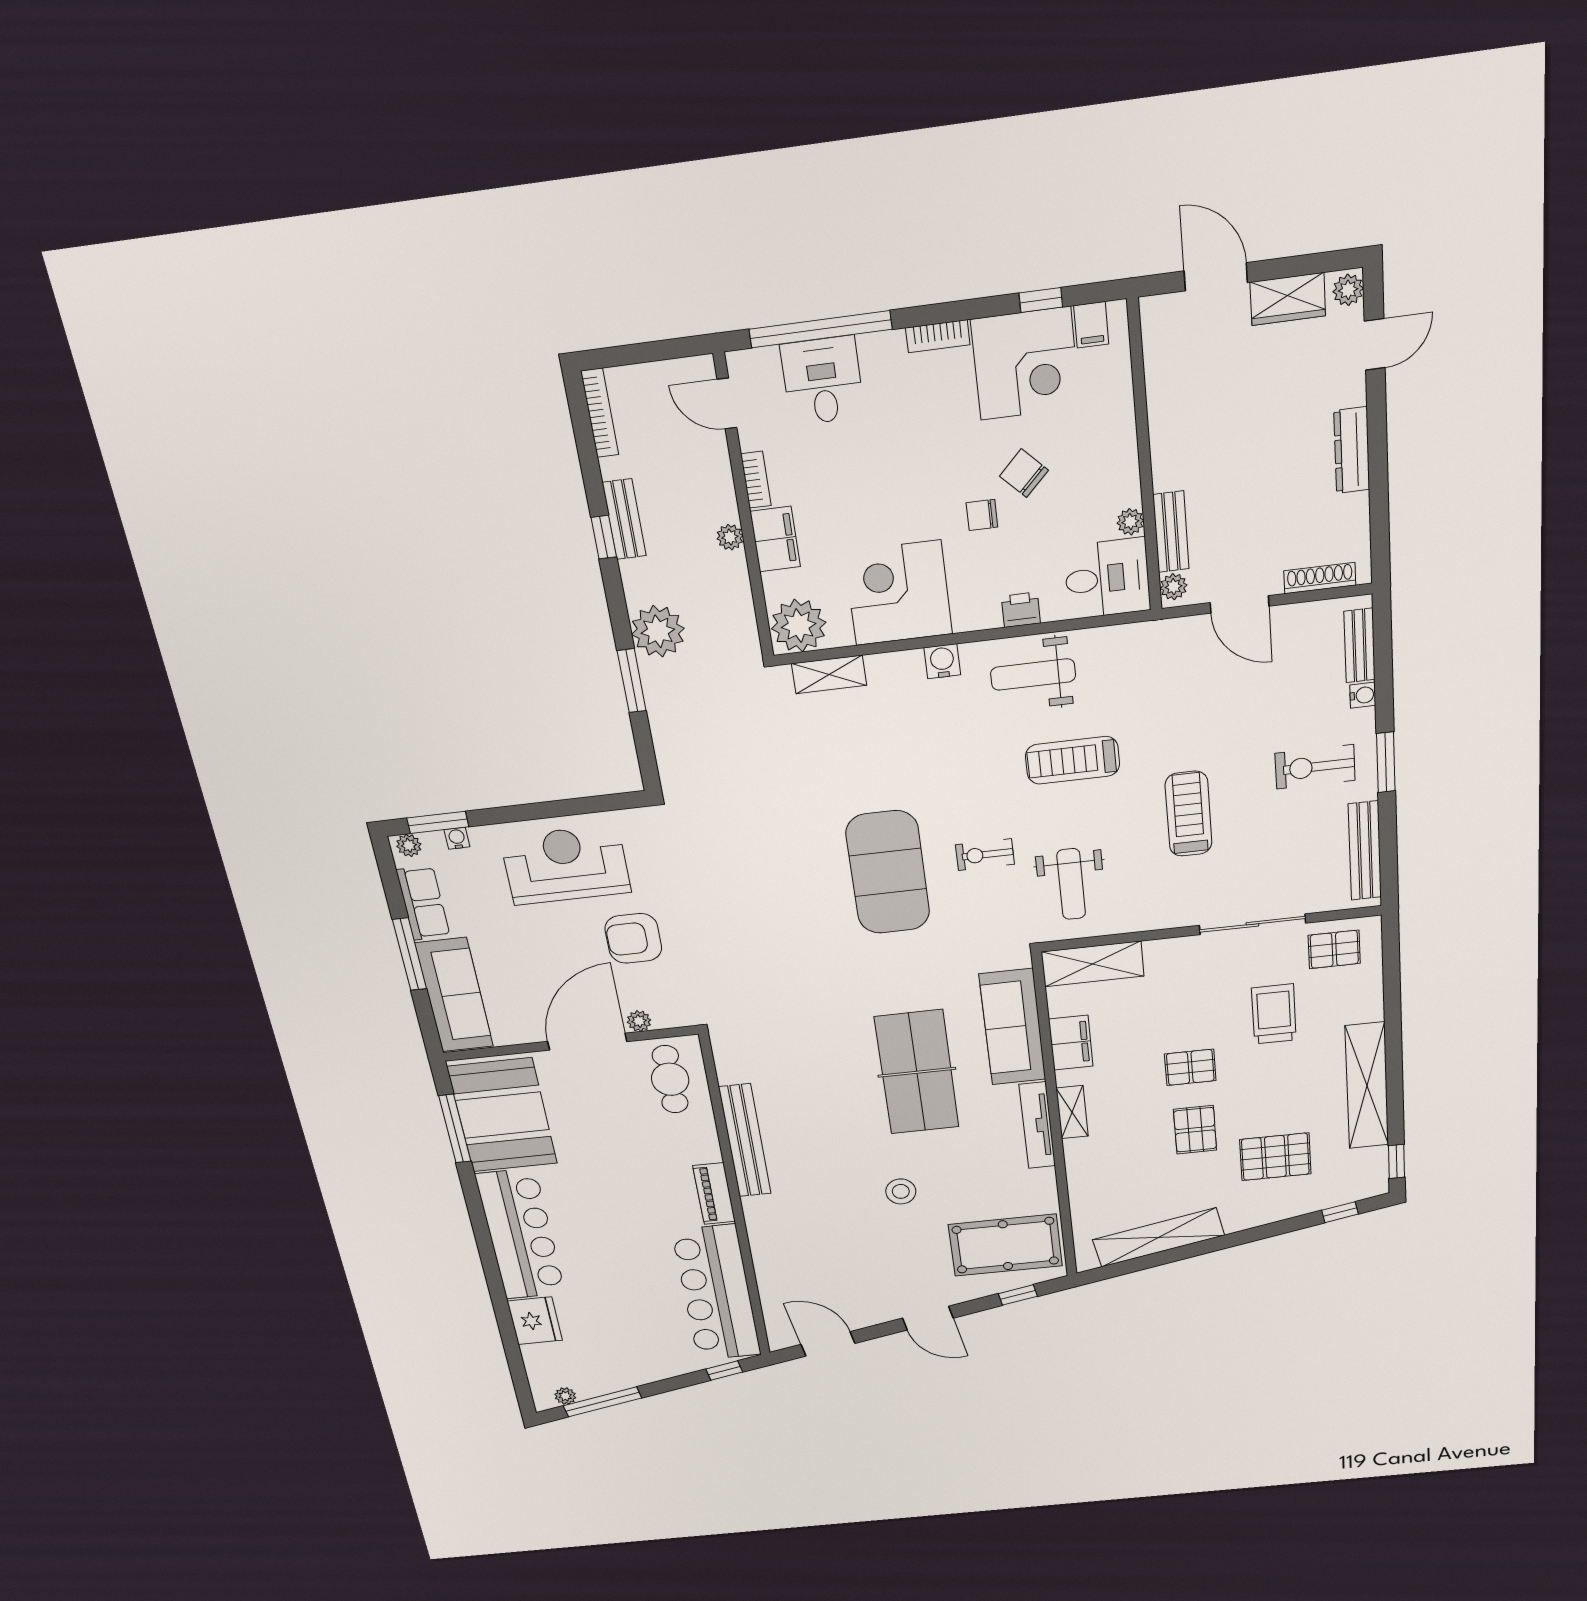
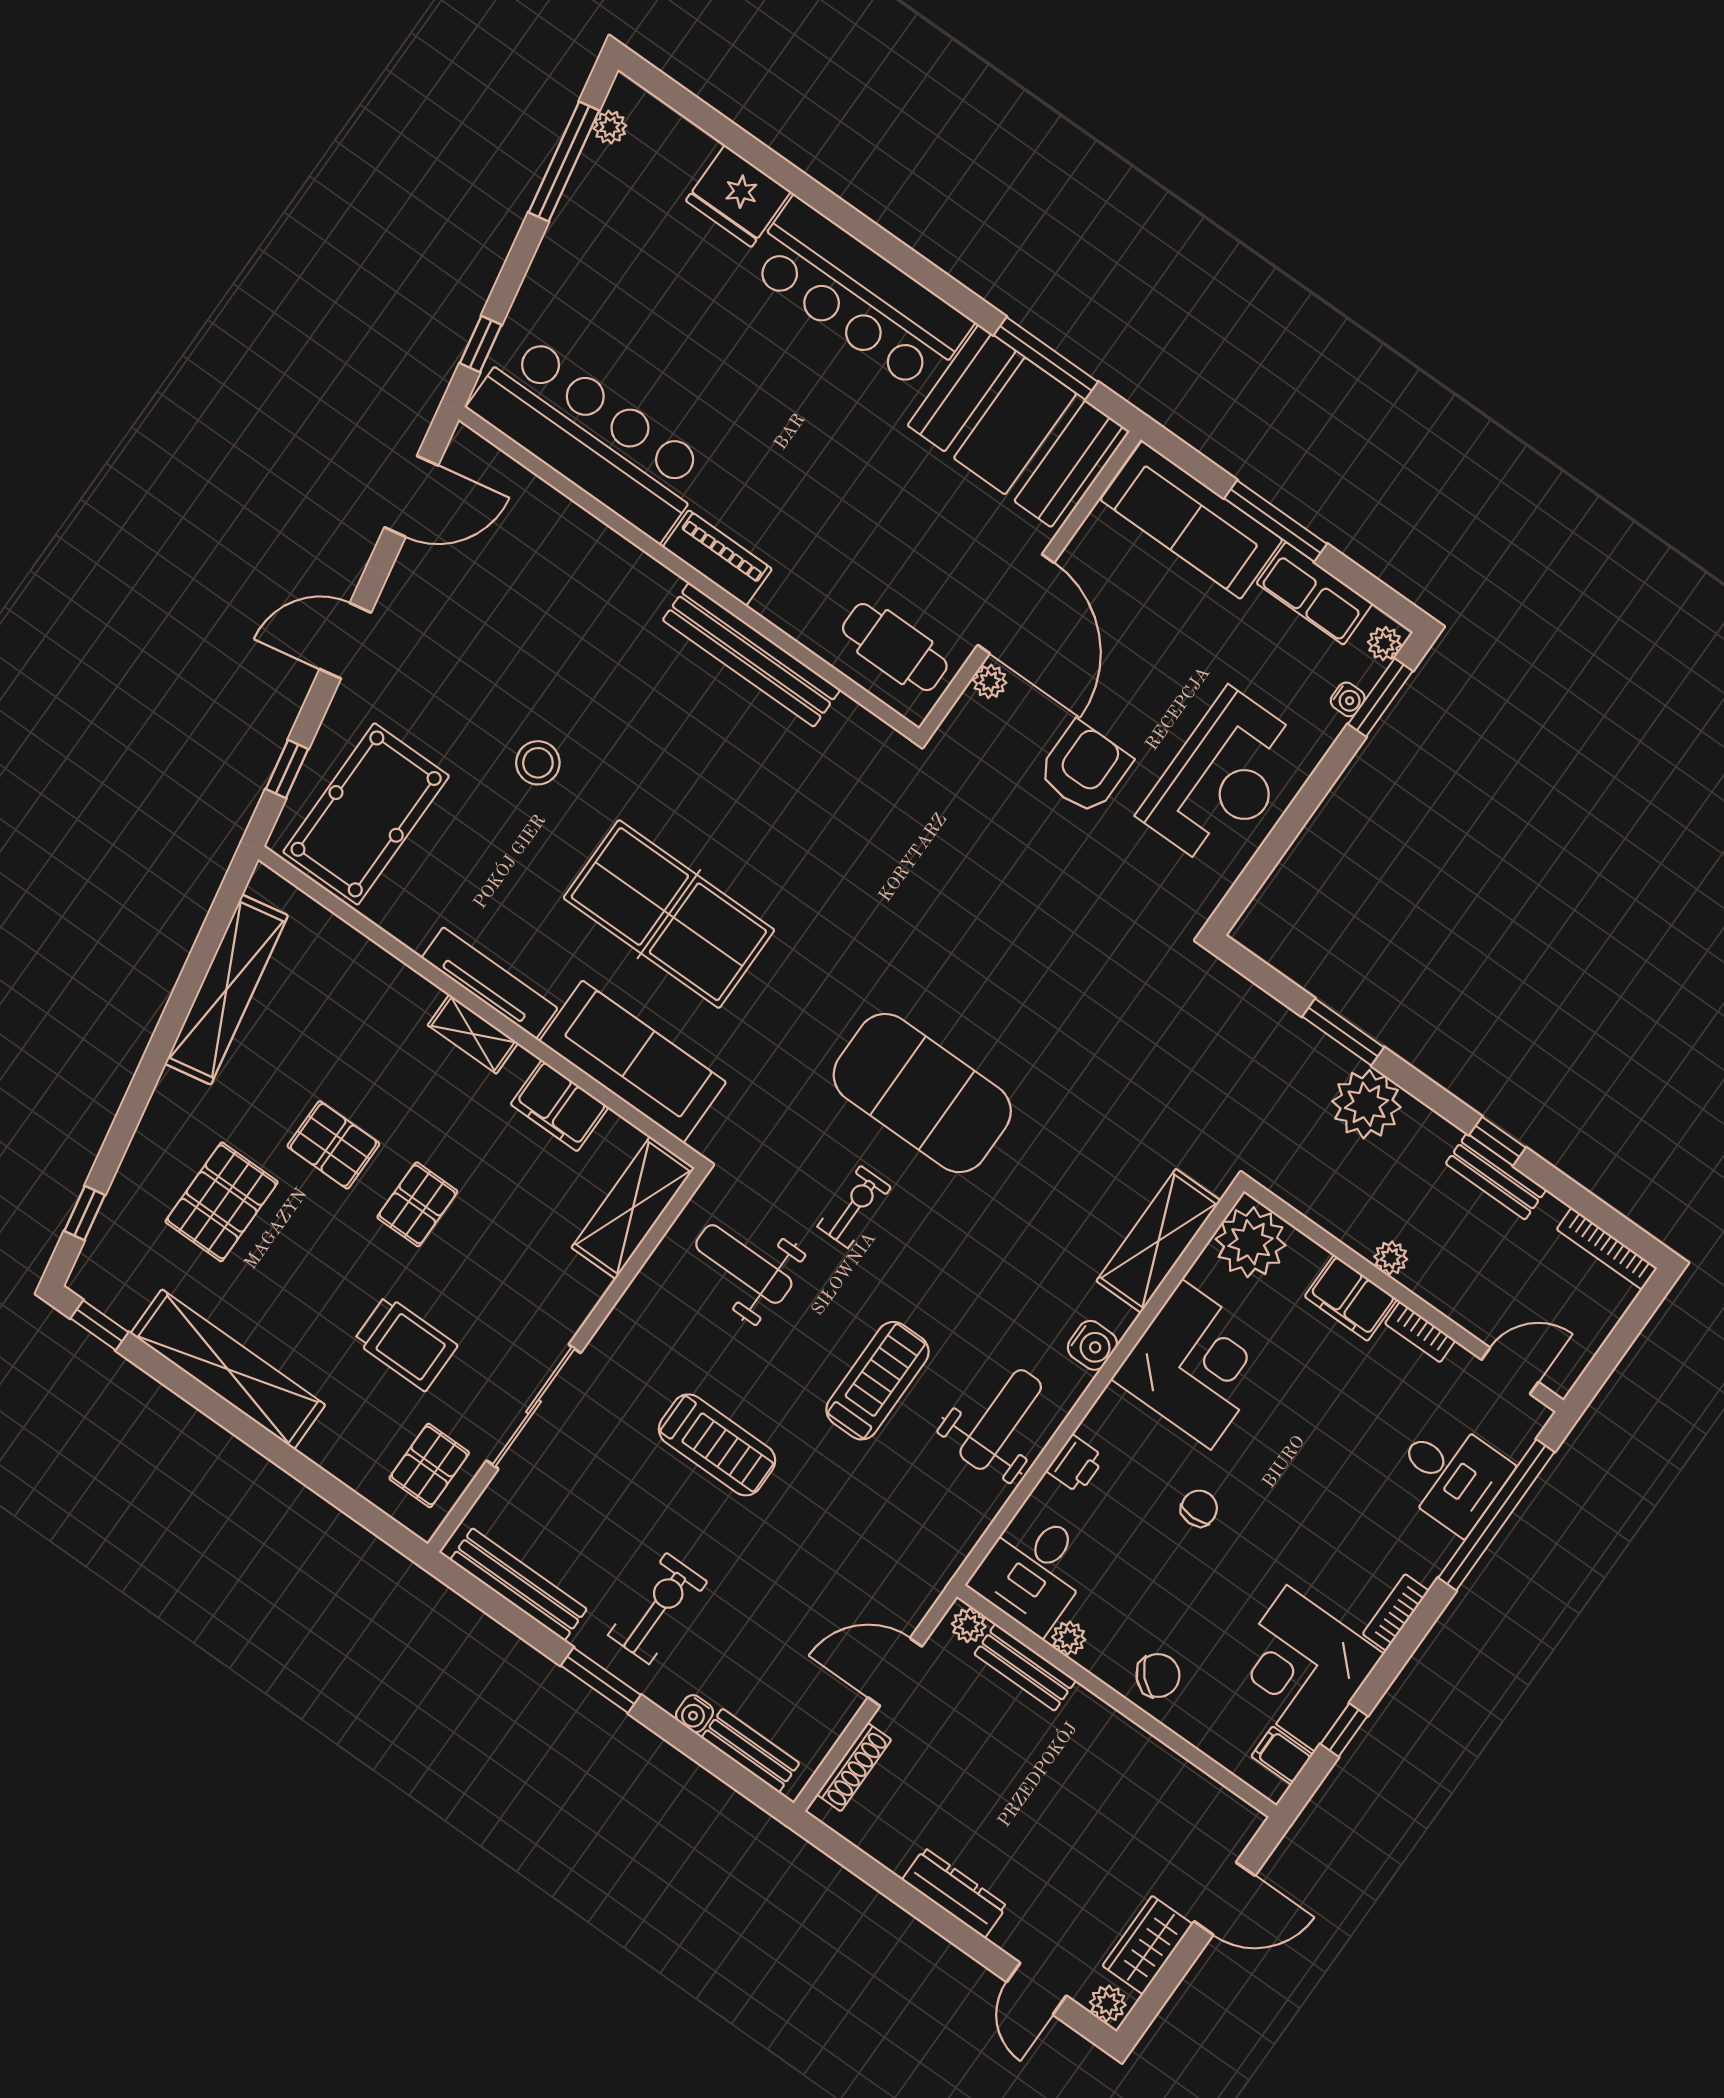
chair: (1024, 473) -> (1158, 1676), moved
shelving: (829, 674) -> (1158, 1241), width x1.50, depth x1.33

